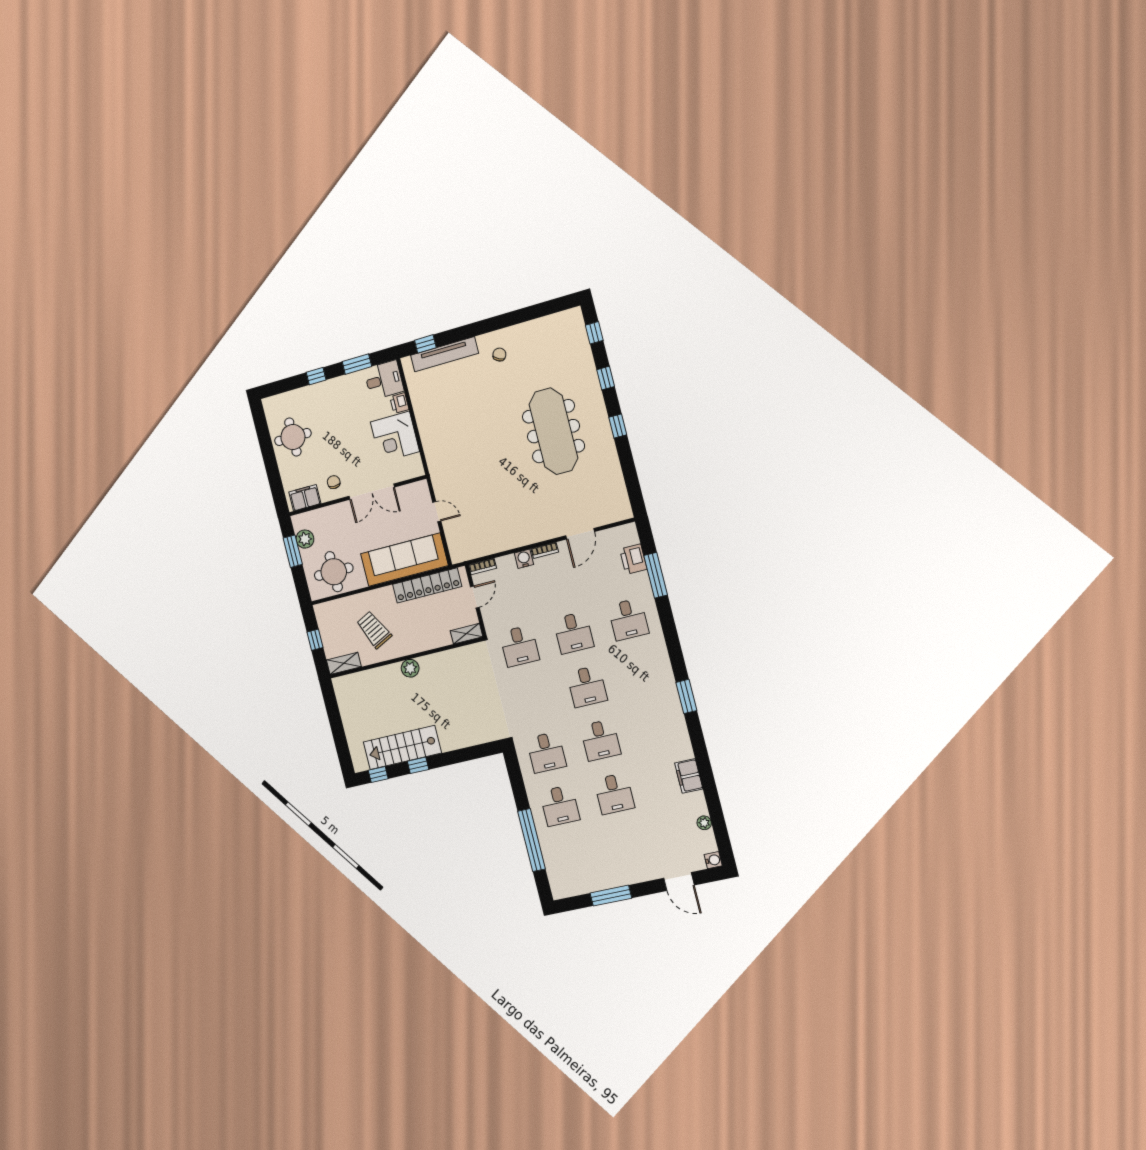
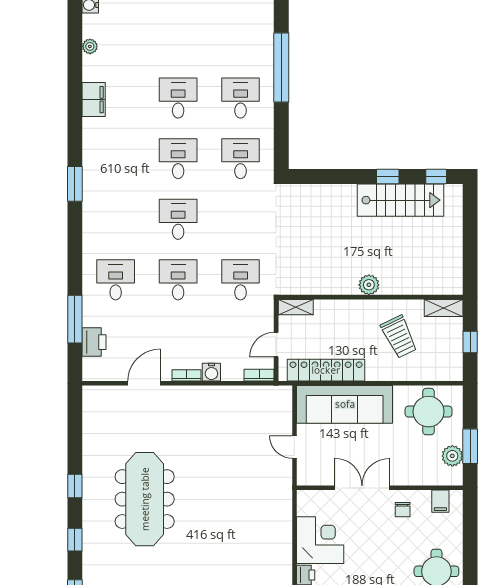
filing cabinet: (305, 498) -> (440, 501), width x0.50

